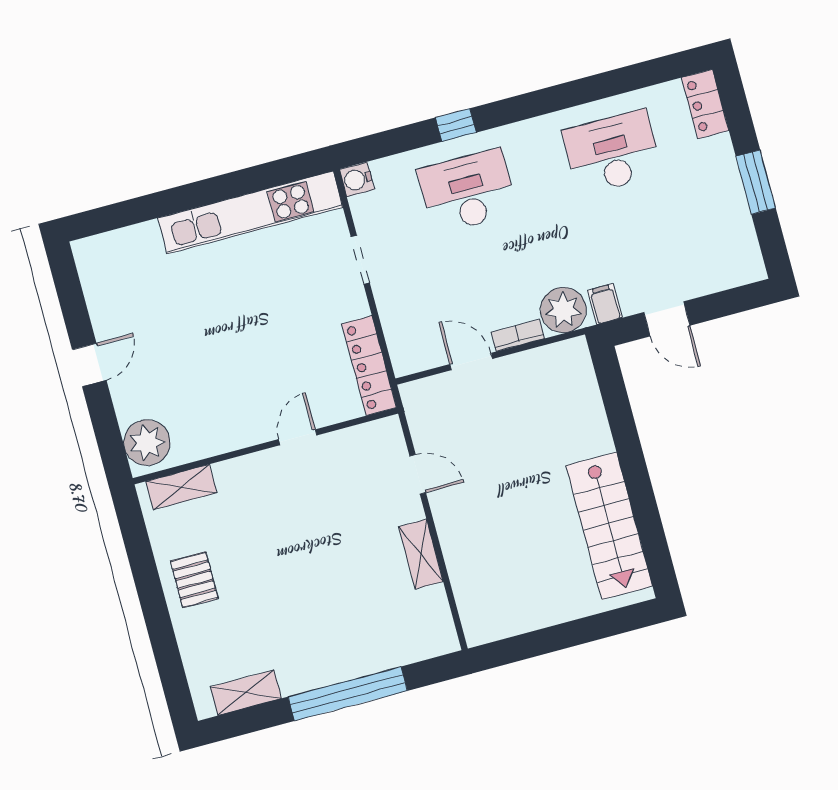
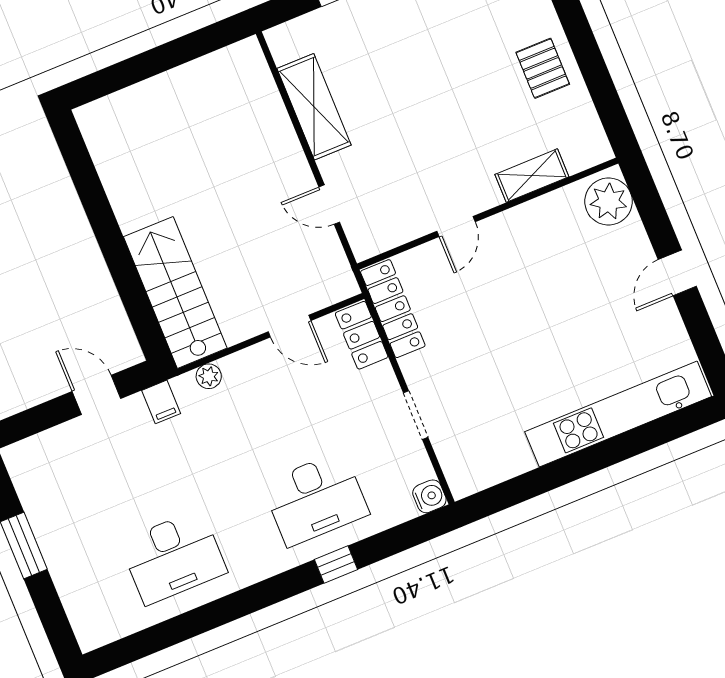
locker: (705, 104) -> (362, 335), moved, turned 180
kitchen unit: (250, 213) -> (618, 414), moved
plant: (563, 310) -> (209, 376), width x0.53, depth x0.53
bookcase: (518, 335) -> (246, 359), removed
shelving: (181, 487) -> (532, 176), moved
stairs: (609, 526) -> (175, 292), moved
shelving: (421, 554) -> (314, 107), width x1.50, depth x1.33

